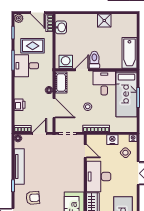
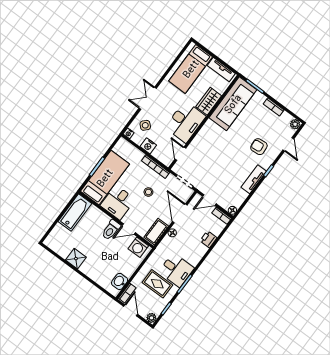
tv unit: (19, 167) -> (254, 179), width x0.71

